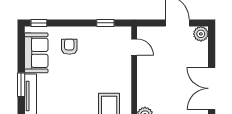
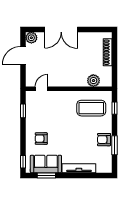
window: (21, 85) -> (46, 175), moved
double door: (212, 88) -> (61, 29), moved

